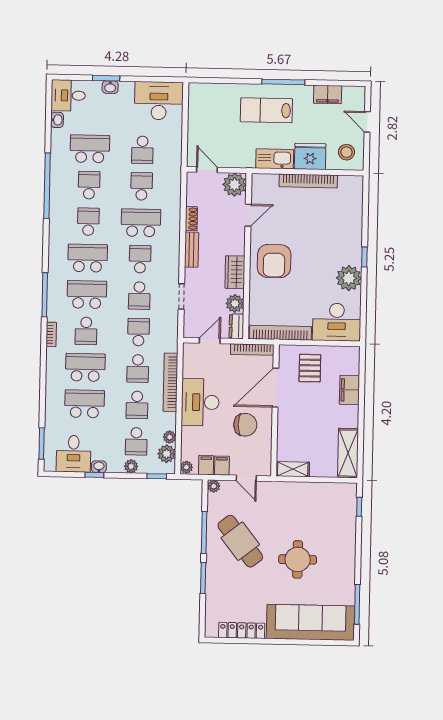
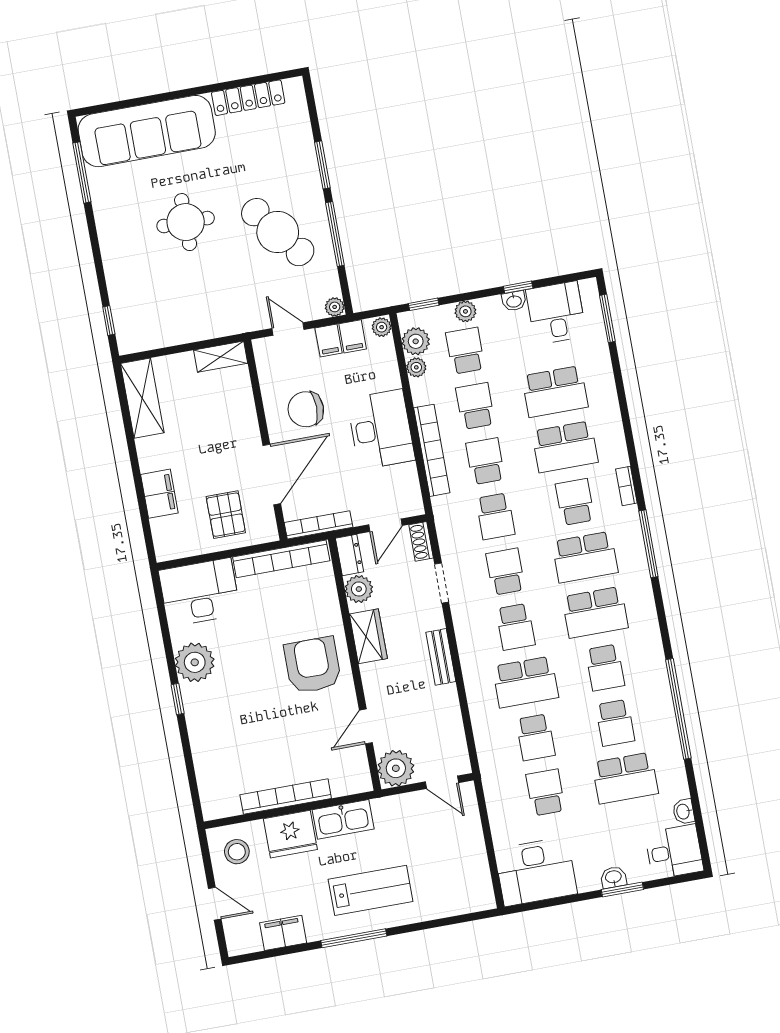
shoe rack: (191, 219) -> (421, 541), moved

